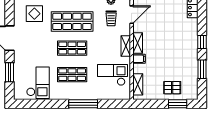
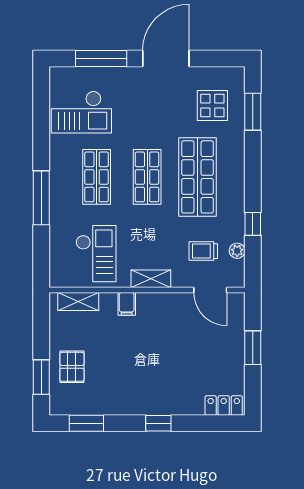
shelving: (138, 43) -> (157, 301), removed
window: (202, 69) -> (86, 423), moved
window: (10, 72) -> (101, 58), width x1.44

